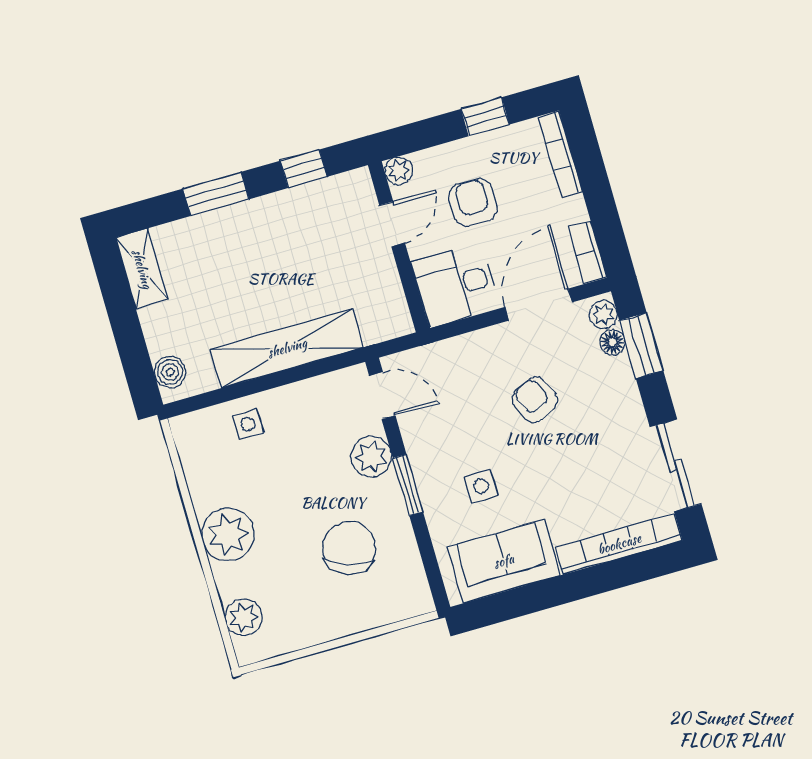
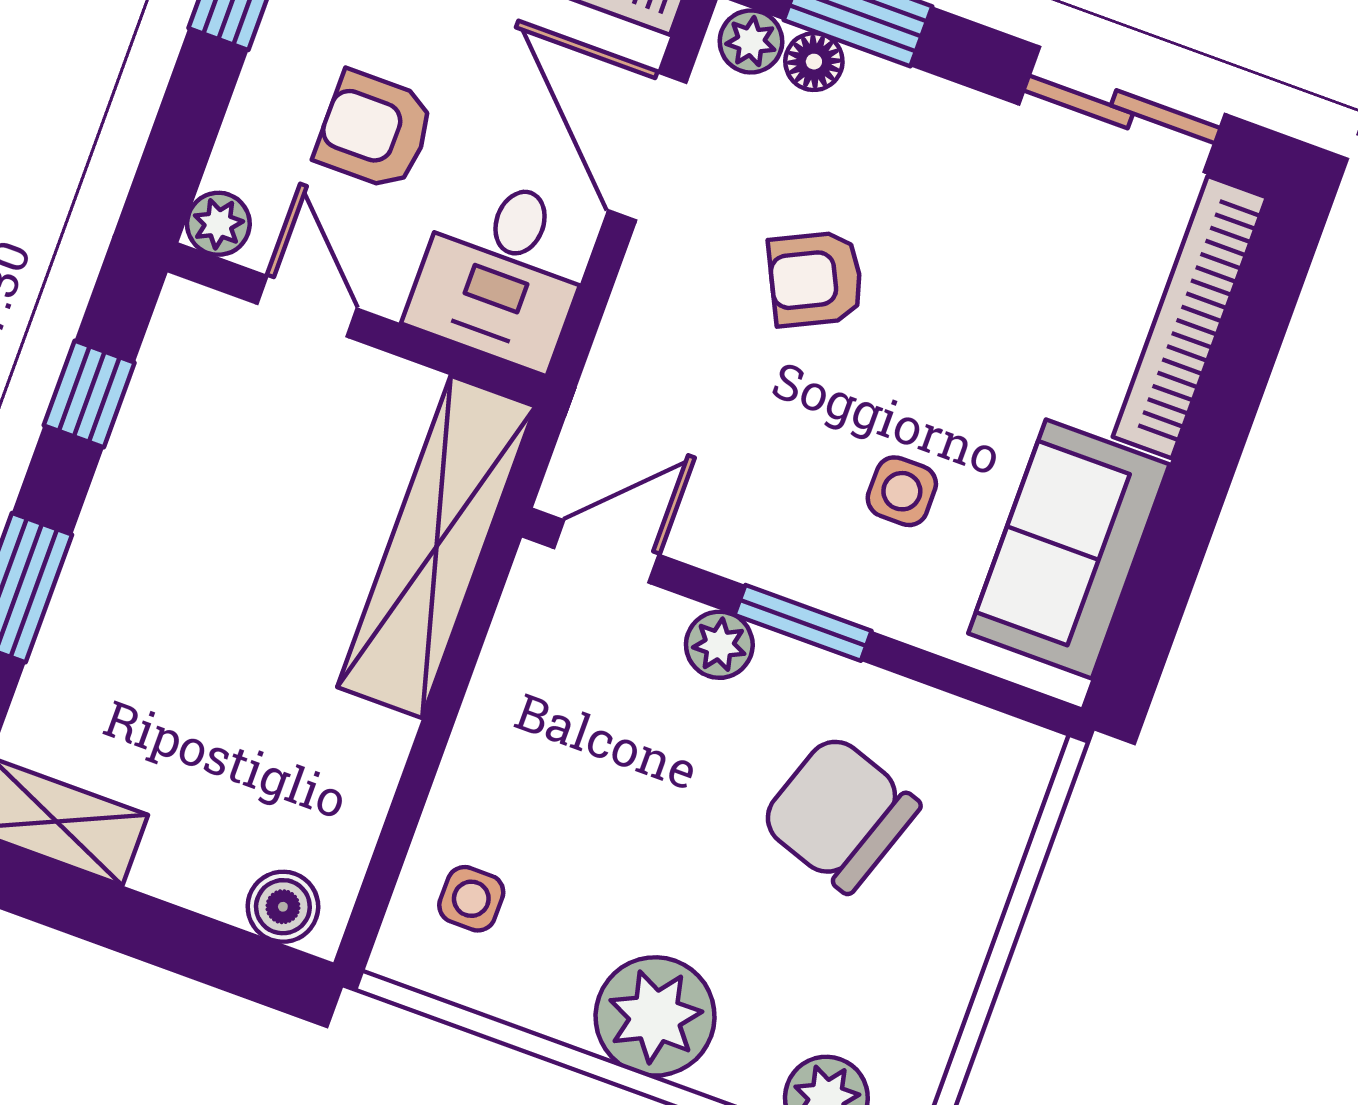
shelving: (287, 348) -> (436, 547), moved
side table: (248, 424) -> (471, 899), moved
plant: (371, 457) -> (719, 645), width x0.73, depth x0.73

